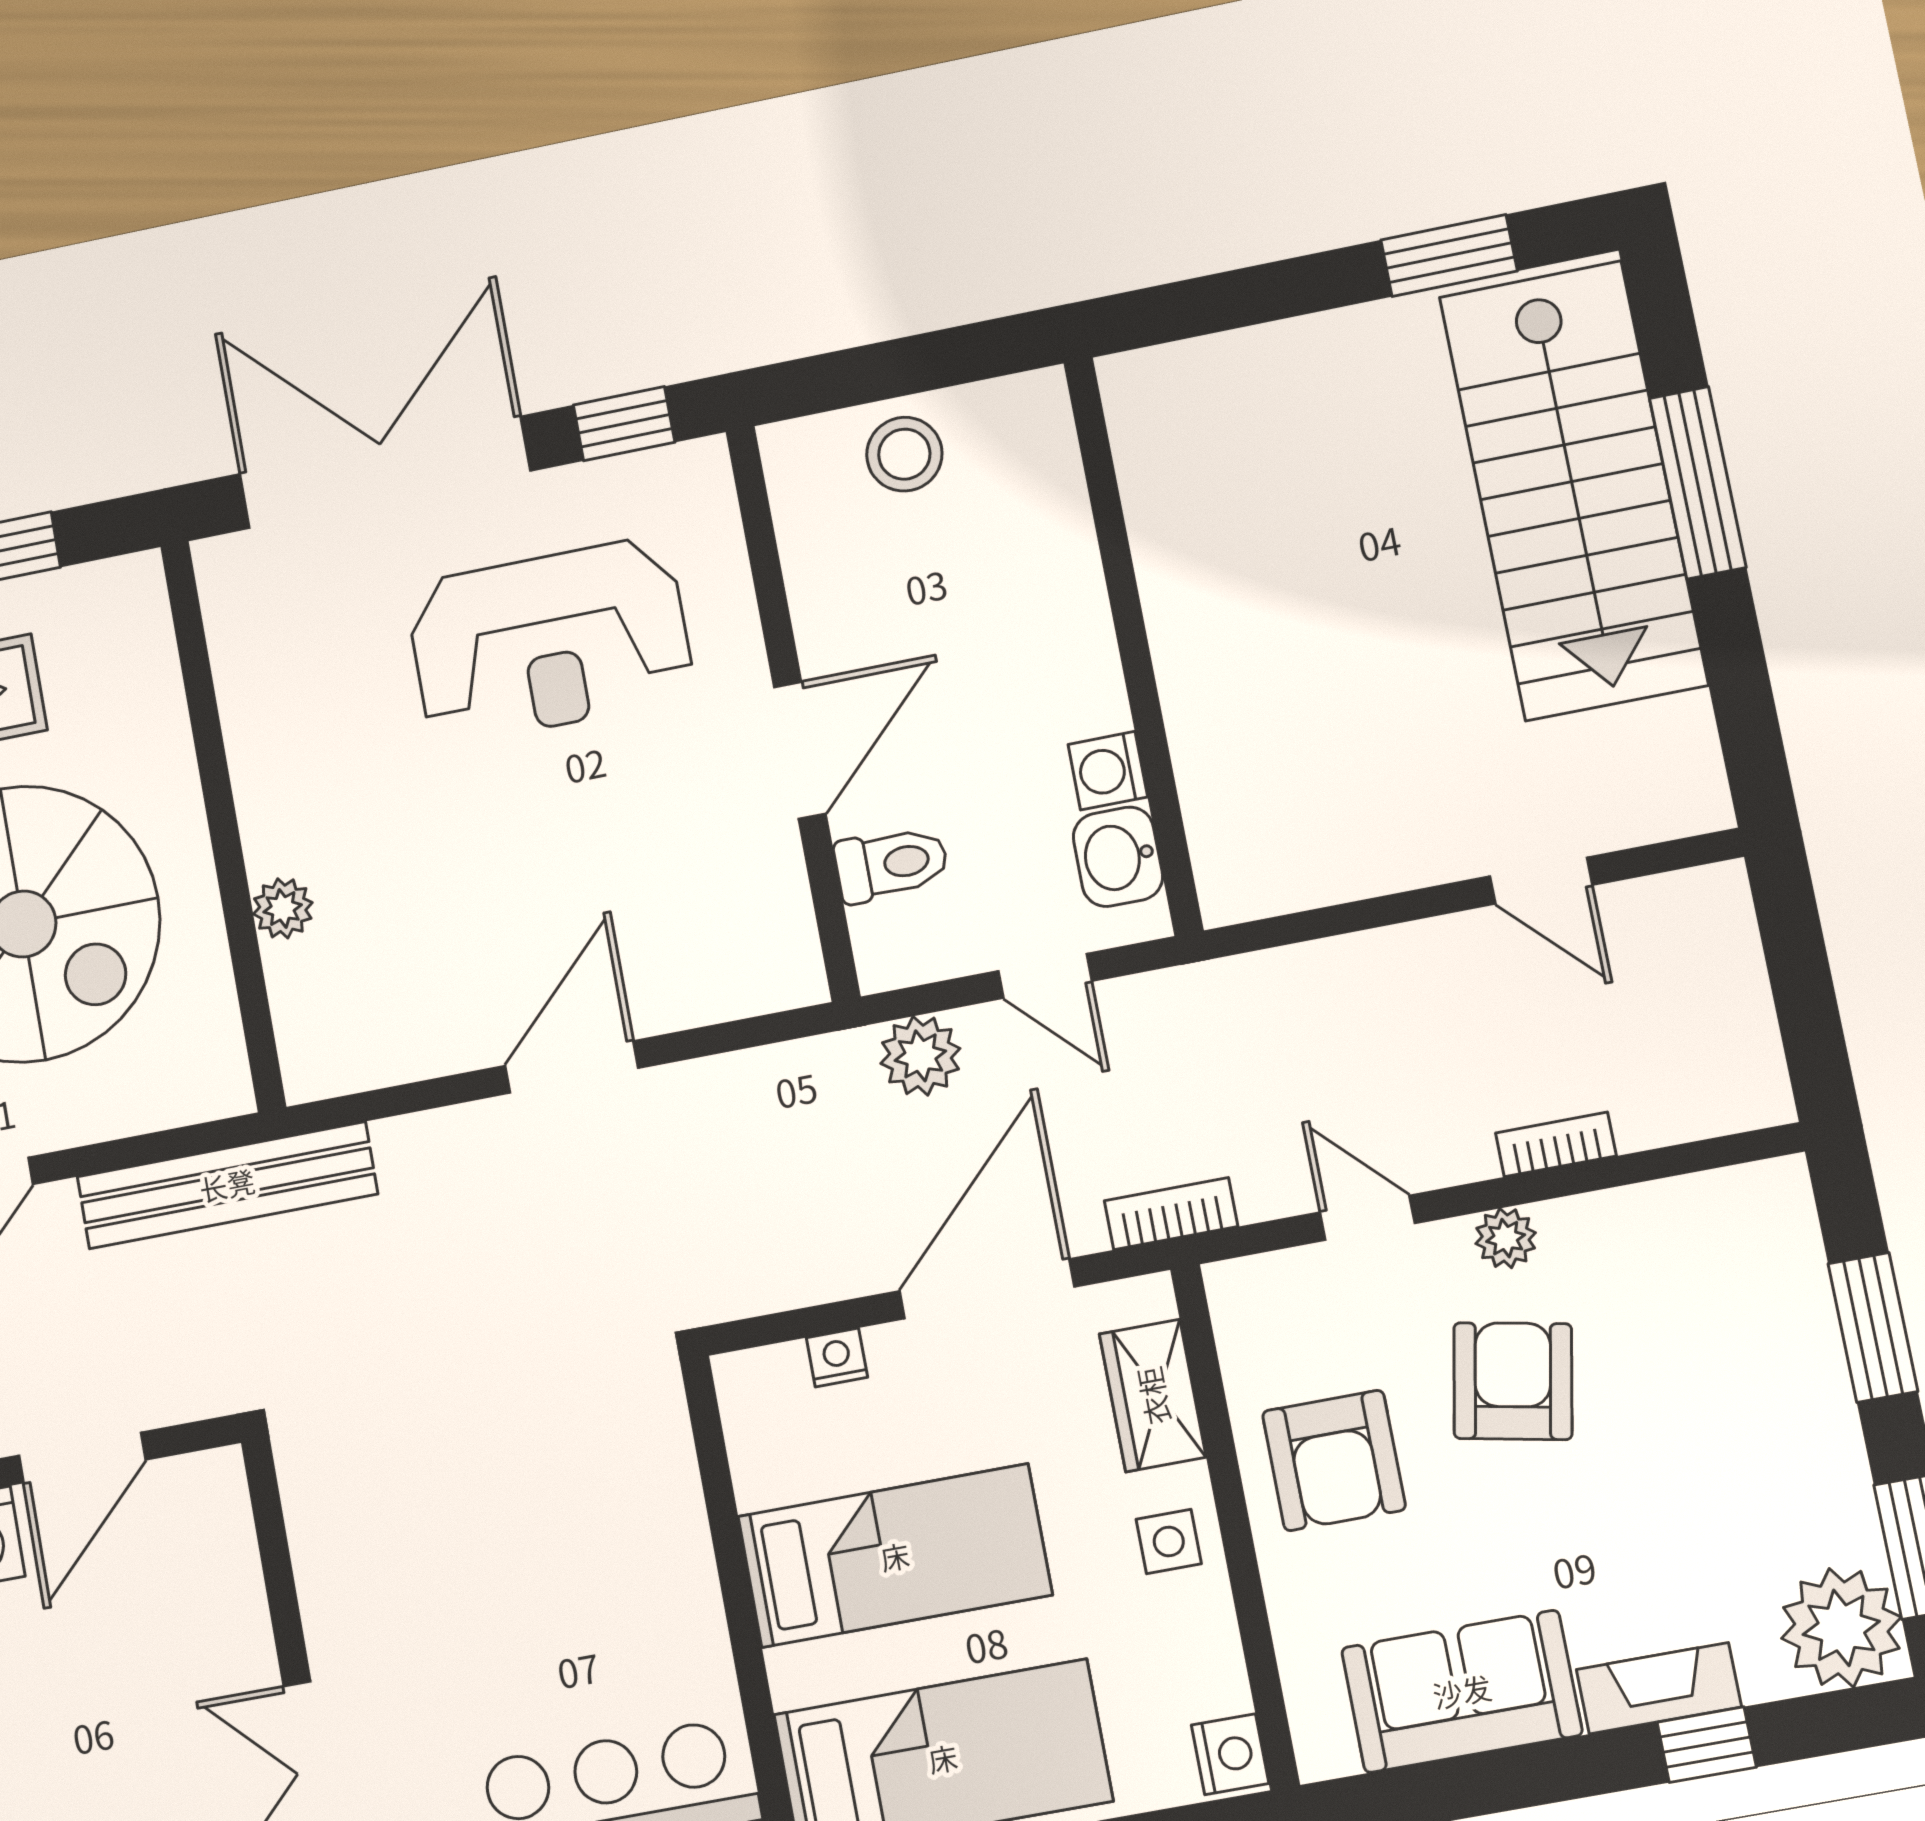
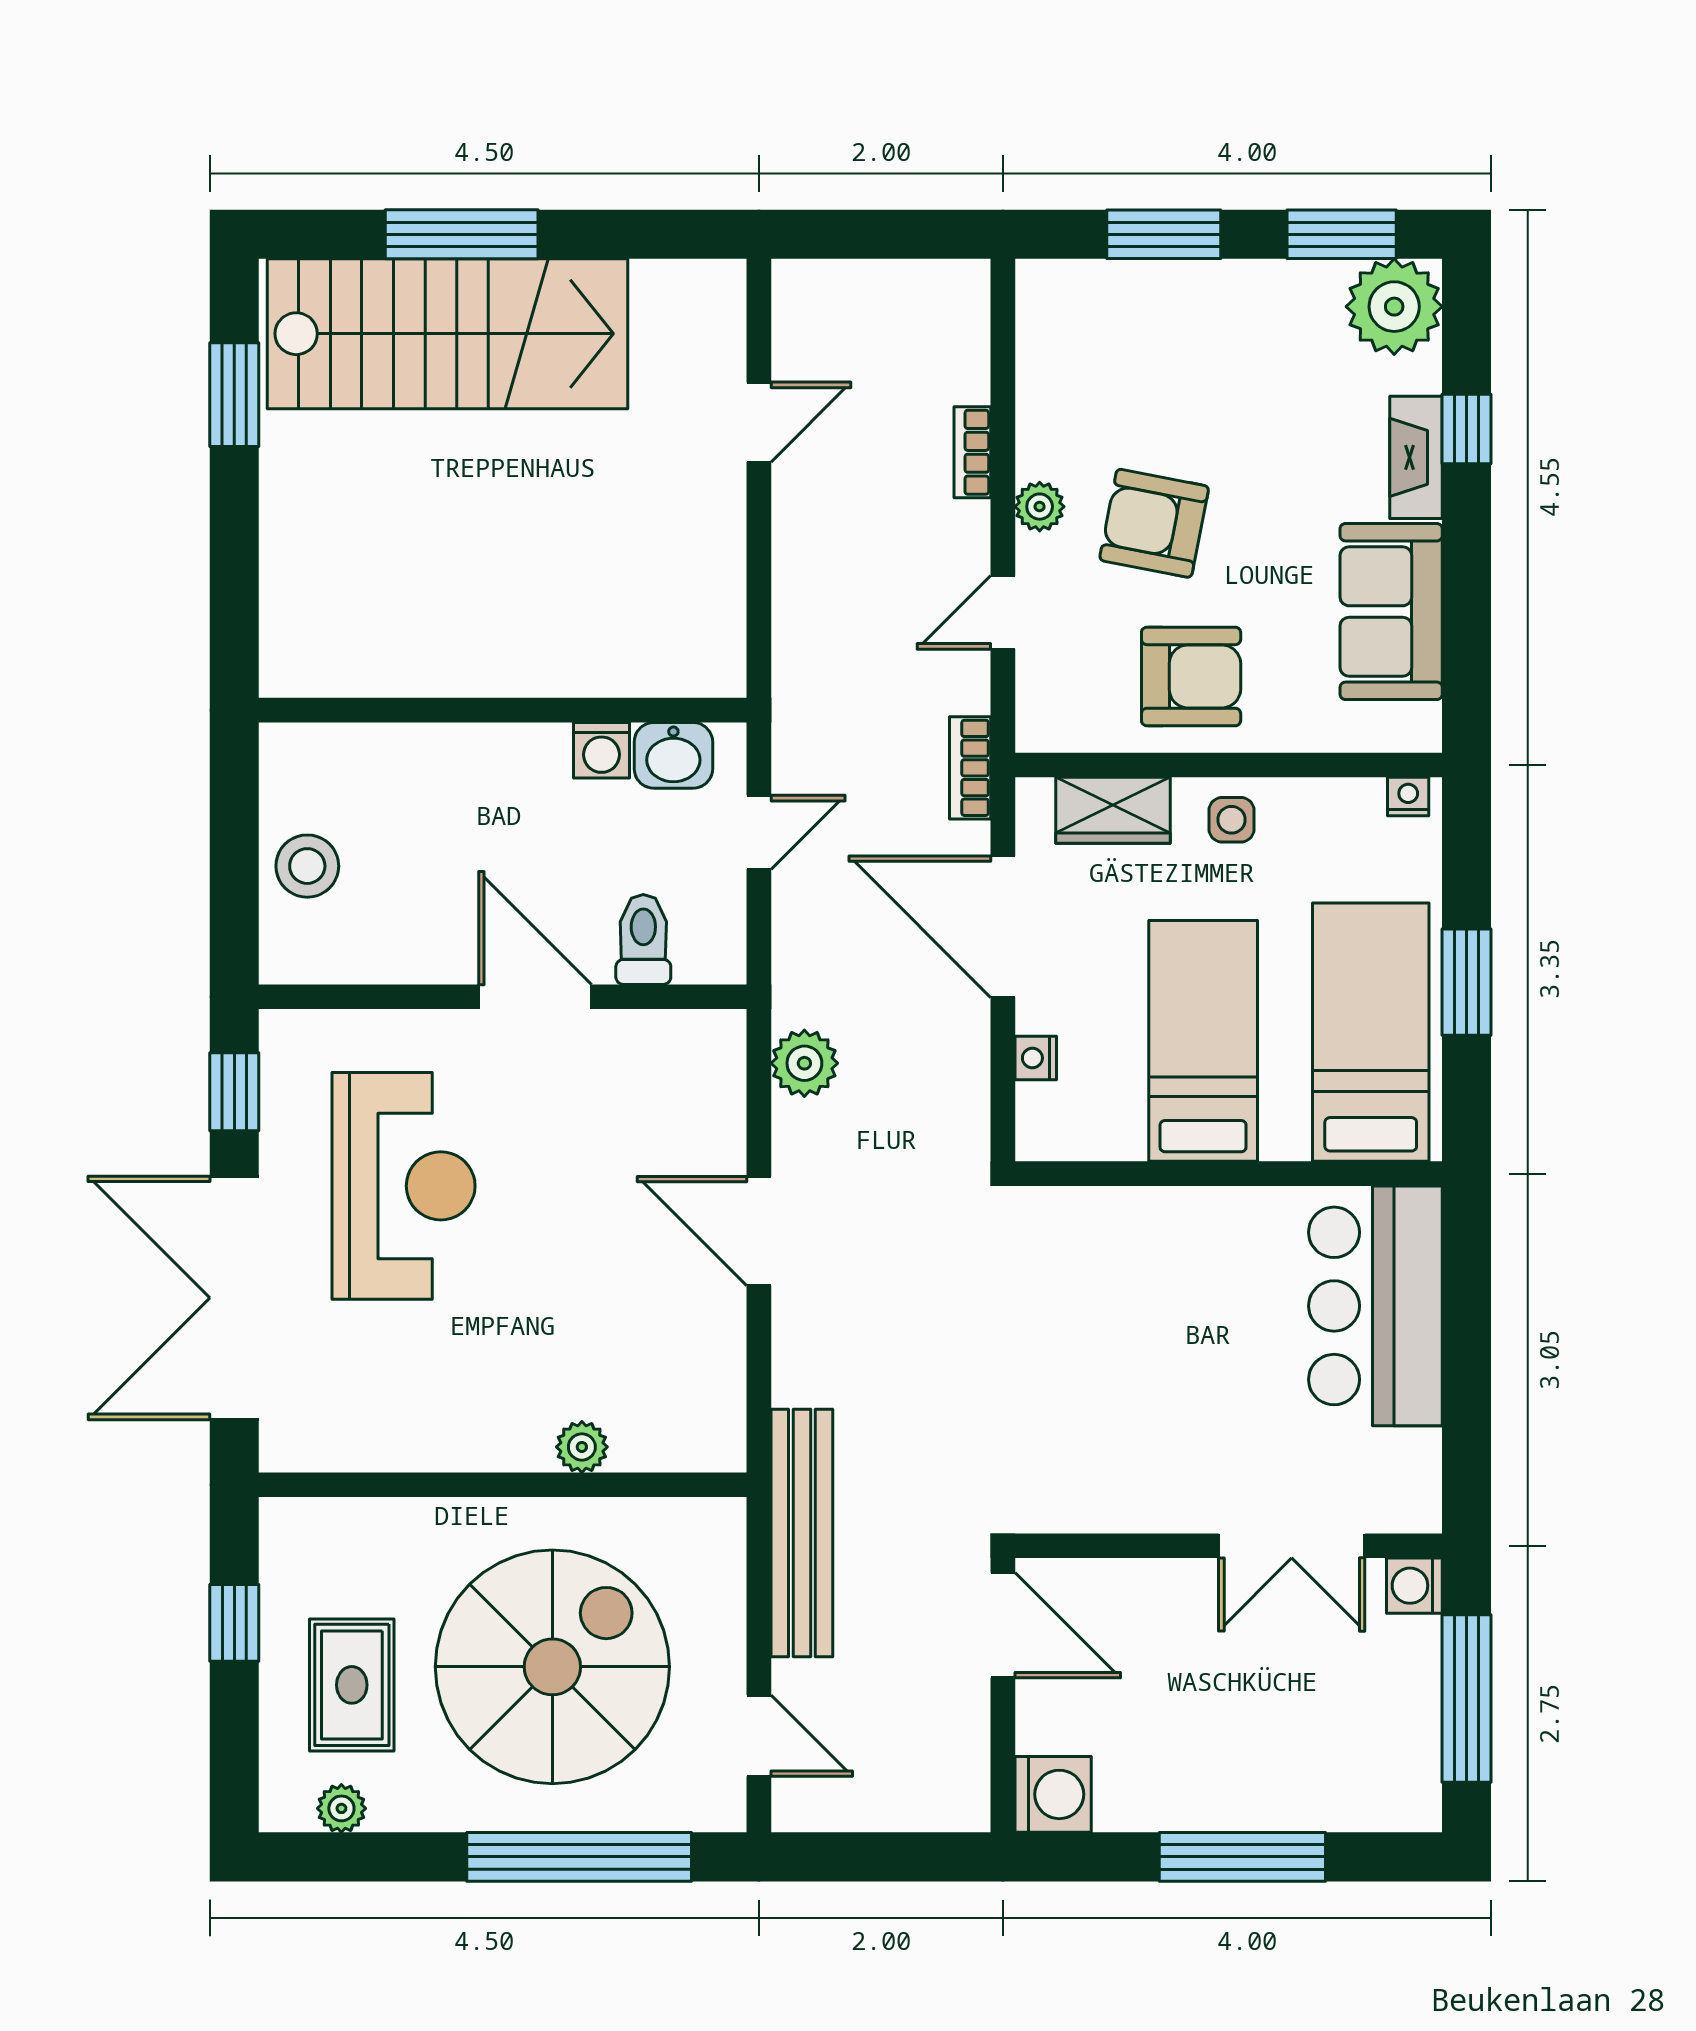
plant: (920, 1056) -> (804, 1063), moved
door: (82, 1458) -> (1003, 1625), moved
nightstand: (1230, 1754) -> (1408, 797), width x0.72, depth x0.74

